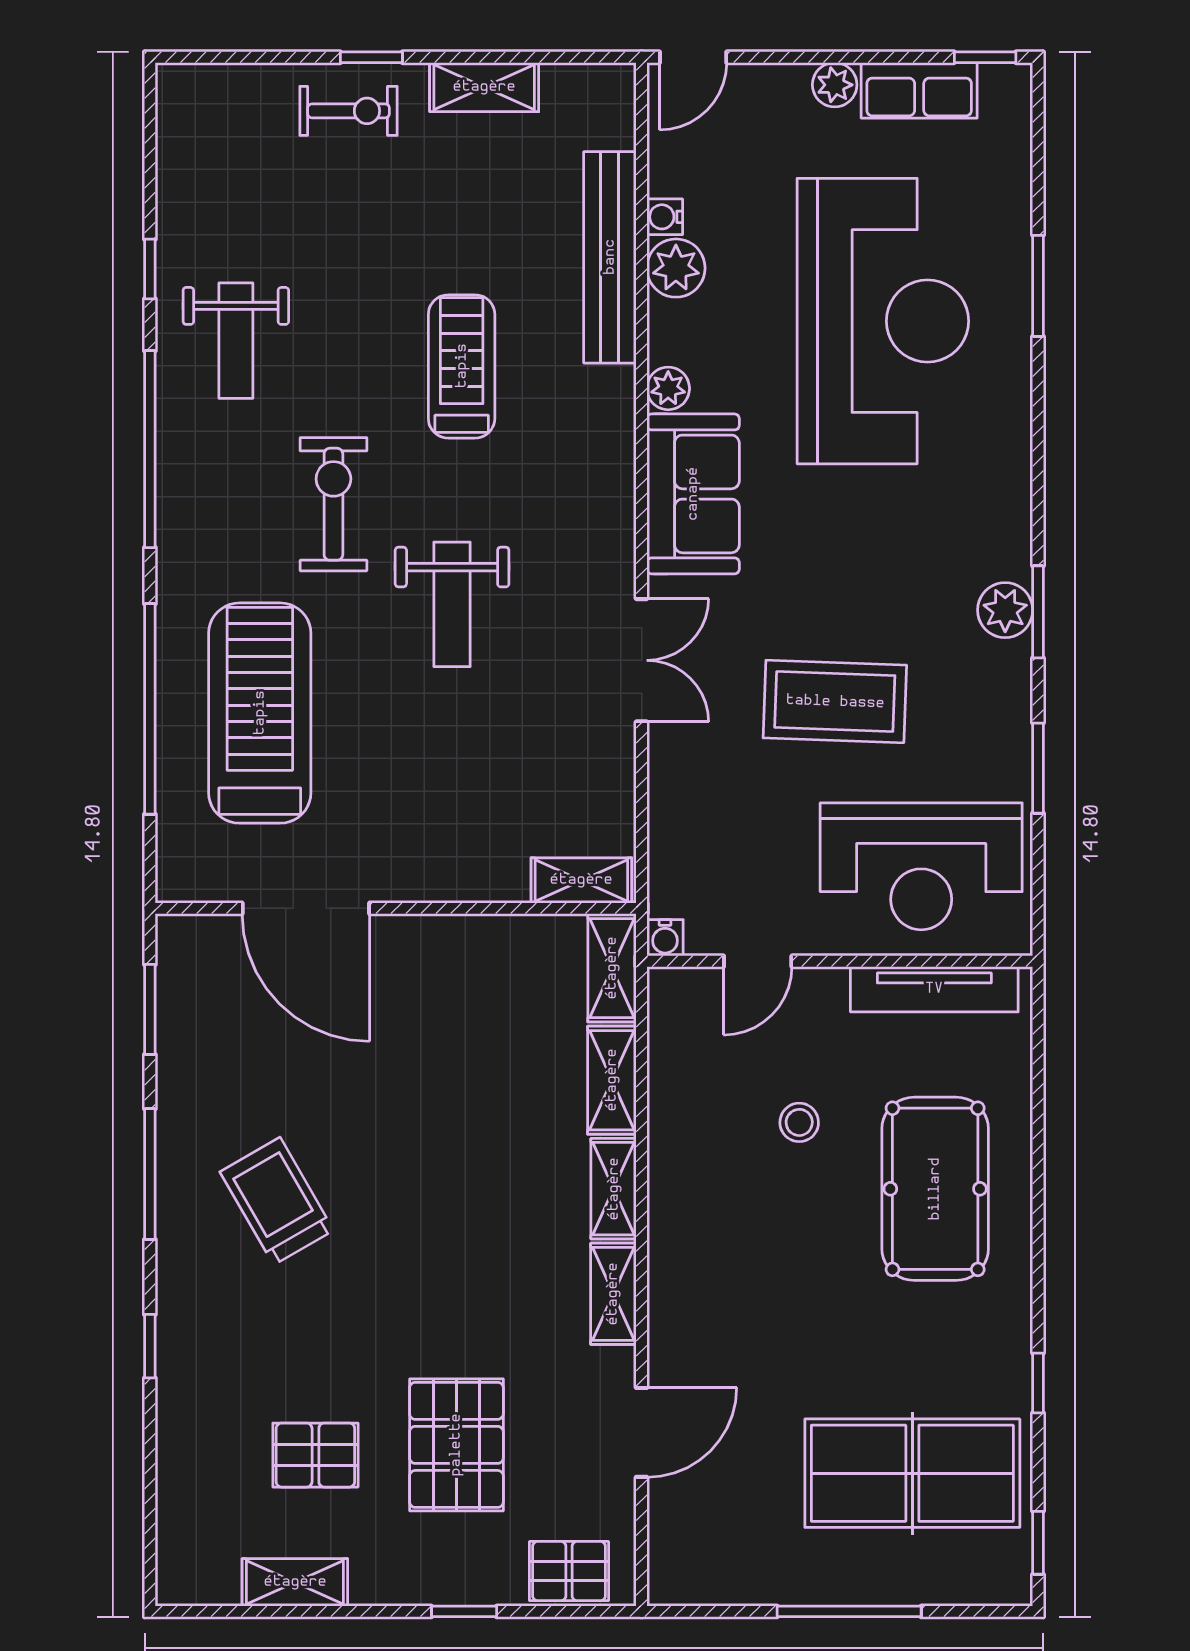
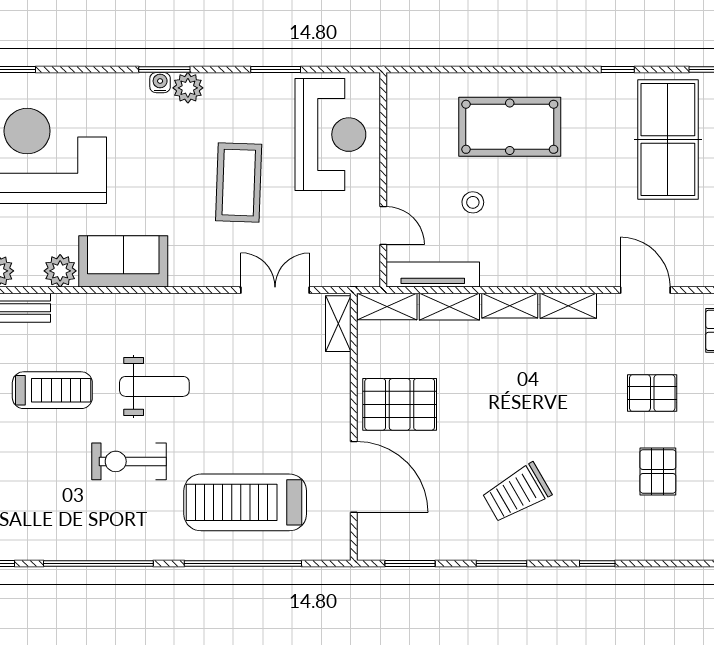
weight bench: (236, 341) -> (38, 516), removed
treadmill: (462, 366) -> (52, 390), turned 180
plant: (668, 388) -> (60, 271), width x1.38, depth x1.38
weight bench: (452, 604) -> (154, 386), moved
window: (1038, 612) -> (164, 70), moved
double door: (642, 660) -> (275, 290), moved
door: (306, 908) -> (354, 477), hinge flipped
water cooler: (665, 938) -> (160, 83), moved, turned -90
tv unit: (934, 989) -> (433, 275), moved, turned -90
pallet: (436, 991) -> (400, 404), added
window: (150, 1174) -> (502, 564), width x0.69
pallet: (456, 1445) -> (652, 393), width x0.67, depth x0.71

